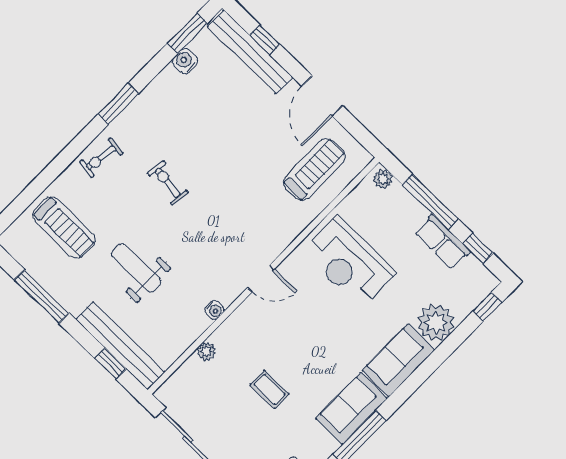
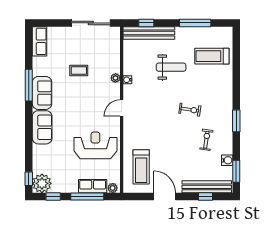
exercise bike: (101, 158) -> (206, 140), moved
row of seats: (442, 242) -> (93, 186), moved
plant: (436, 322) -> (42, 183), moved
plant: (206, 351) -> (115, 78), moved

